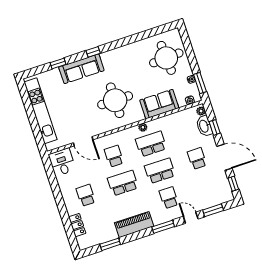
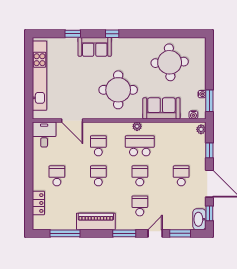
round table: (166, 58) -> (170, 62), moved
sofa: (81, 69) -> (95, 47), width x0.73
washbasin: (204, 126) -> (199, 219), moved
school desk: (160, 171) -> (140, 176), width x0.54
school desk: (123, 183) -> (98, 176), width x0.54
door: (191, 218) -> (155, 233), hinge flipped
window: (110, 244) -> (65, 233), width x1.44

